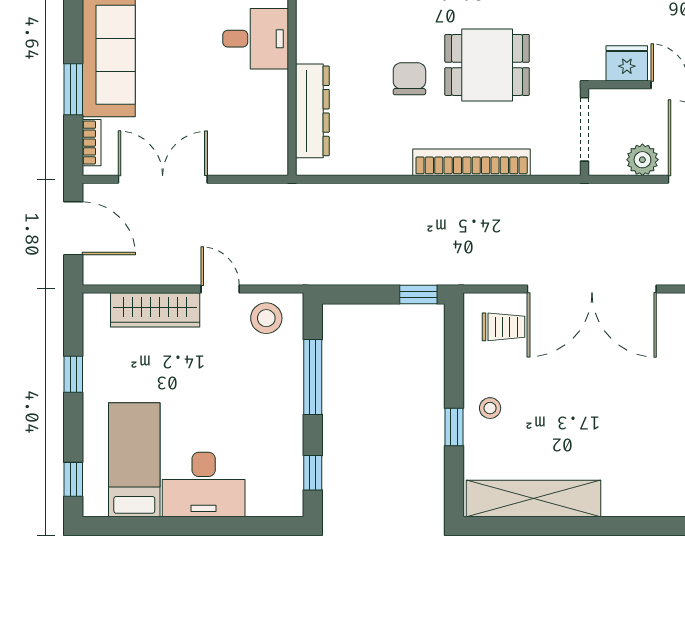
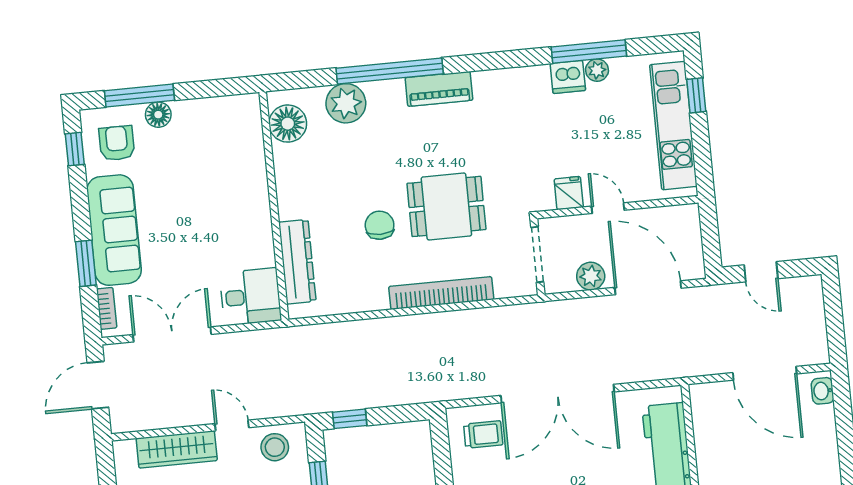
desk: (256, 39) -> (250, 297), moved
fridge: (627, 63) -> (569, 193), width x0.72
door: (73, 228) -> (98, 385), swing flipped
window: (418, 294) -> (350, 419), moved

